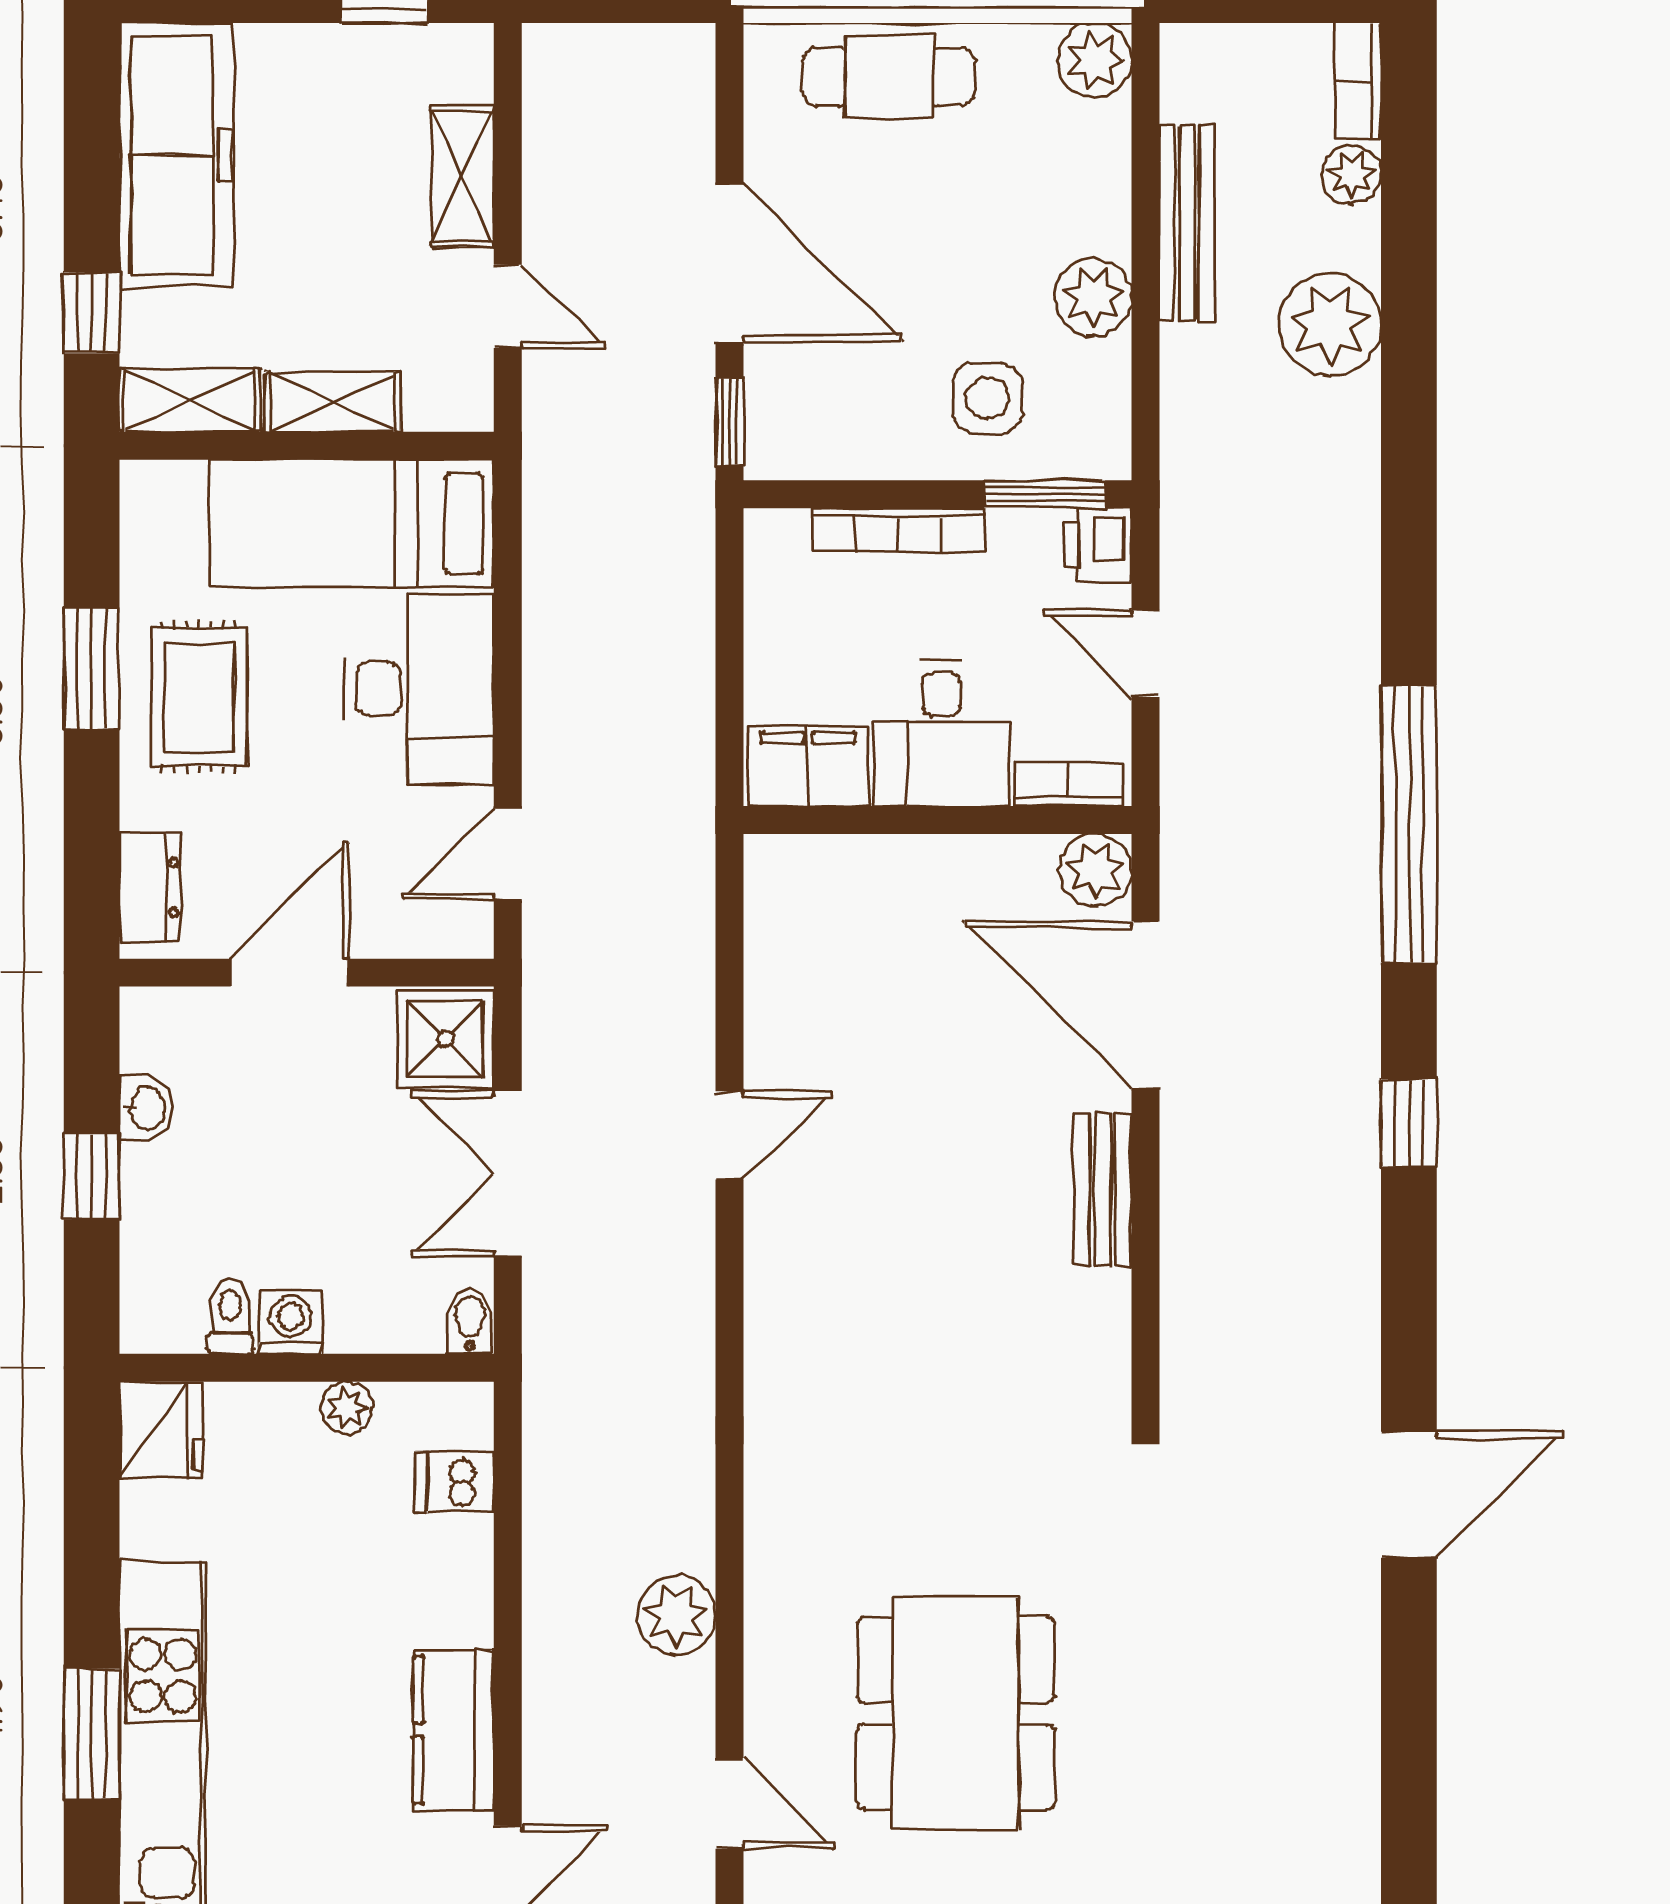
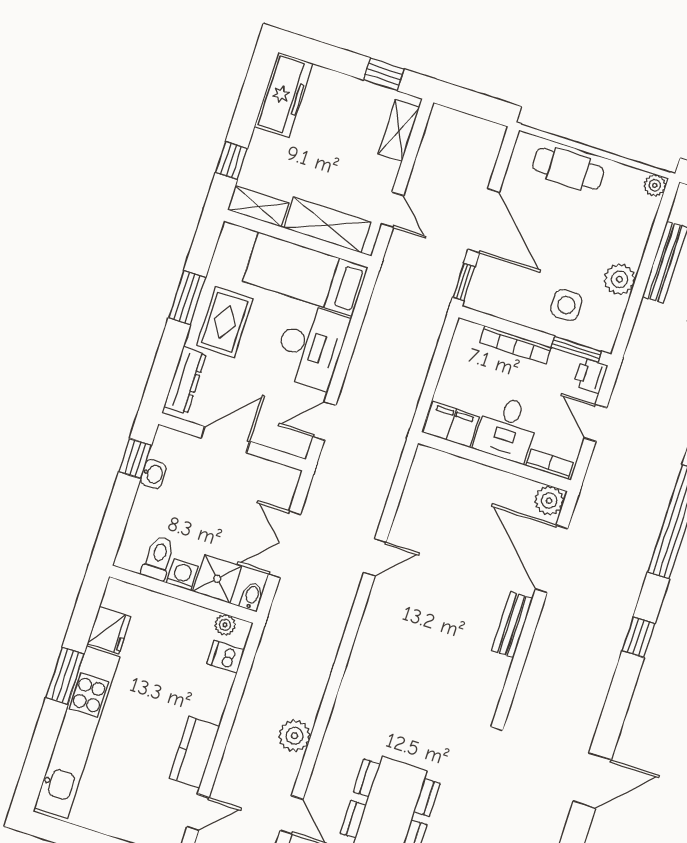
plant: (1094, 60) -> (655, 185), width x0.73, depth x0.73
freezer: (176, 155) -> (283, 95), width x0.73, depth x0.79
shelving: (462, 177) -> (399, 131), moved
shelving: (332, 402) -> (327, 225), width x1.50, depth x1.33
dresser: (150, 887) -> (185, 380), width x1.44
shower: (446, 1039) -> (217, 579), moved
window: (92, 1176) -> (135, 458), moved
toilet: (230, 1316) -> (158, 558), width x1.37, depth x1.39
plant: (347, 1408) -> (225, 625), moved
fridge: (161, 1430) -> (109, 630), moved
window: (92, 1734) -> (65, 676), moved

